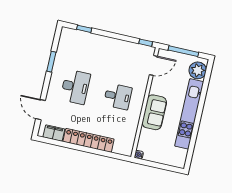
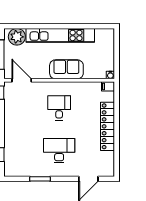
filing cabinet: (54, 133) -> (108, 86), moved, width x0.50

